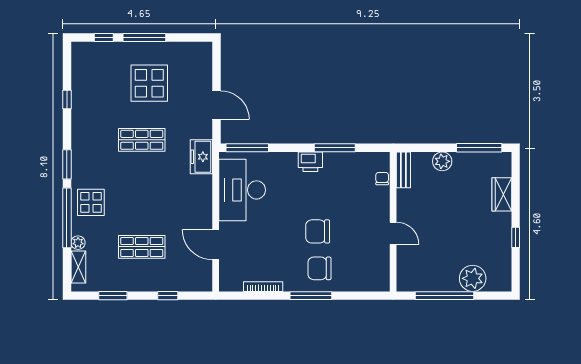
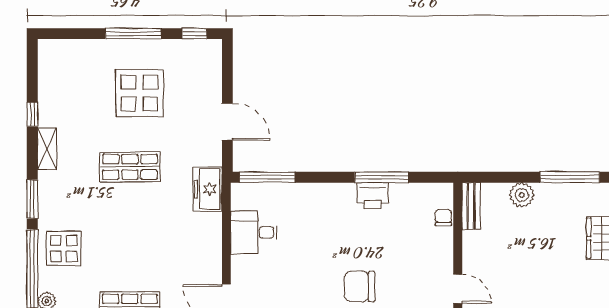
window: (104, 38) -> (195, 34), moved
shelving: (78, 126) -> (47, 149), added
printer: (310, 162) -> (373, 196), moved
desk: (242, 190) -> (254, 232), width x0.53, depth x0.77

